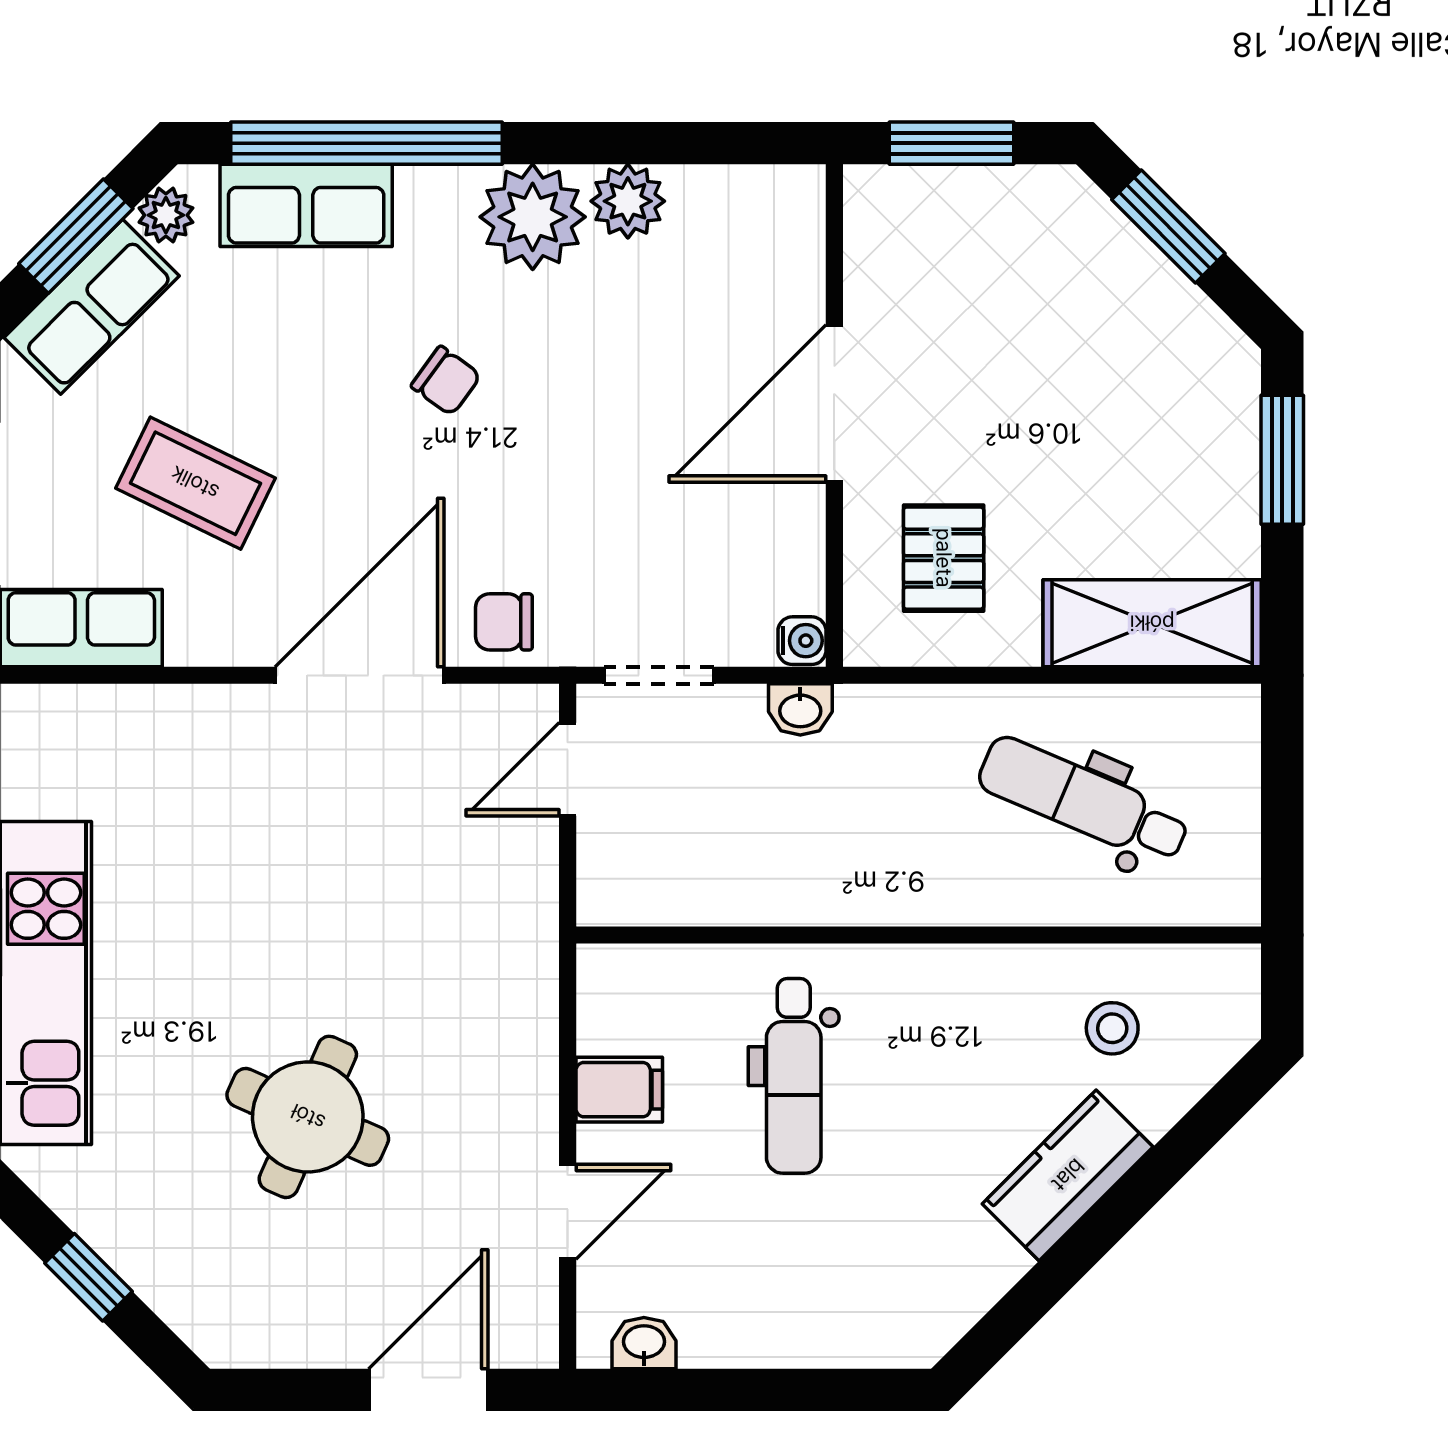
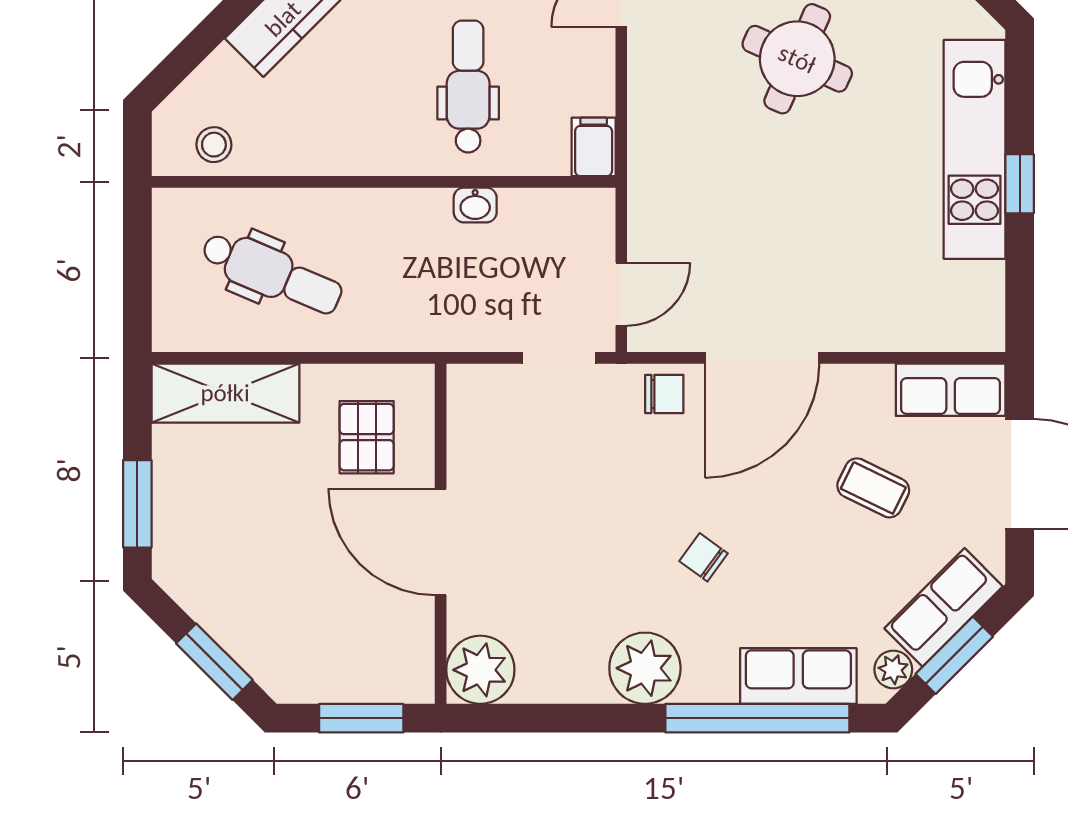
plant: (628, 201) -> (480, 670), moved, width x1.36, depth x1.36
door: (834, 403) -> (441, 542), swing flipped
coffee table: (195, 483) -> (873, 488), width x0.73, depth x0.77
water cooler: (802, 641) -> (462, 381), removed
washbasin: (800, 709) -> (475, 205), moved, turned 180
stool: (1112, 1028) -> (214, 145), moved
filing cabinet: (619, 1090) -> (594, 147), moved, turned 90

